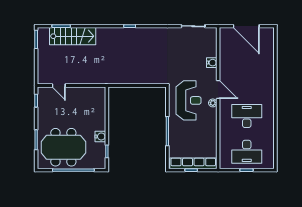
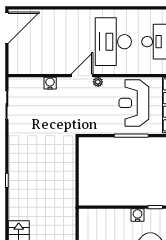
door: (246, 26) -> (7, 28), moved
reception desk: (189, 100) -> (134, 103), moved, turned -90
desk: (247, 116) -> (113, 42), width x1.36, depth x1.30

